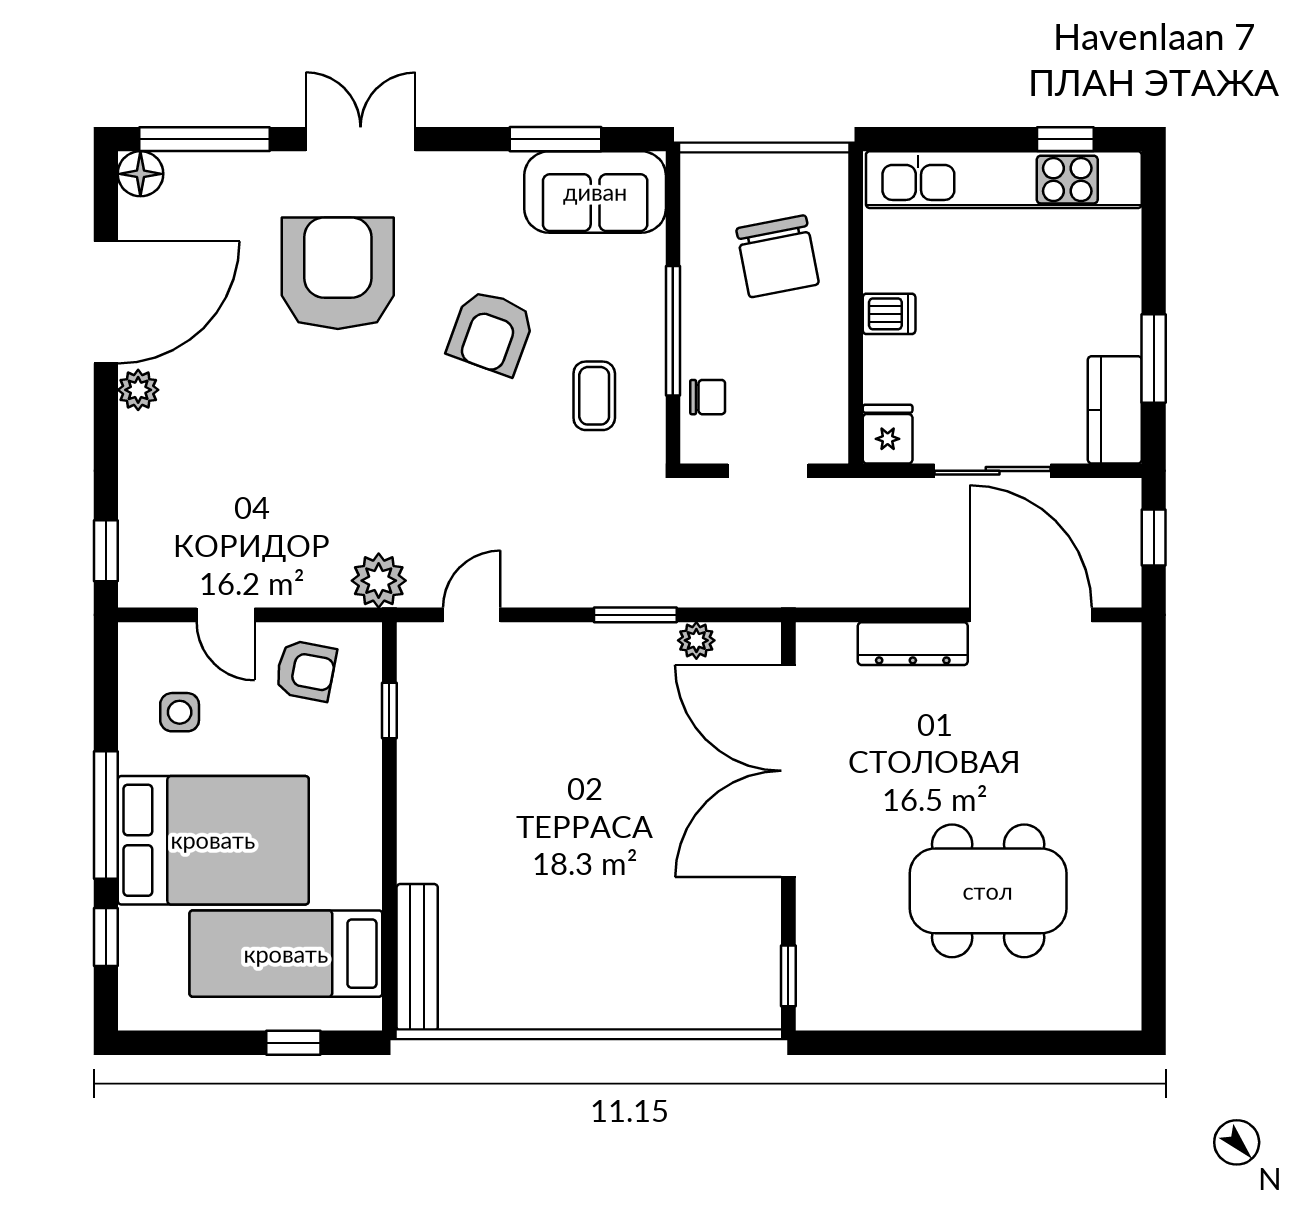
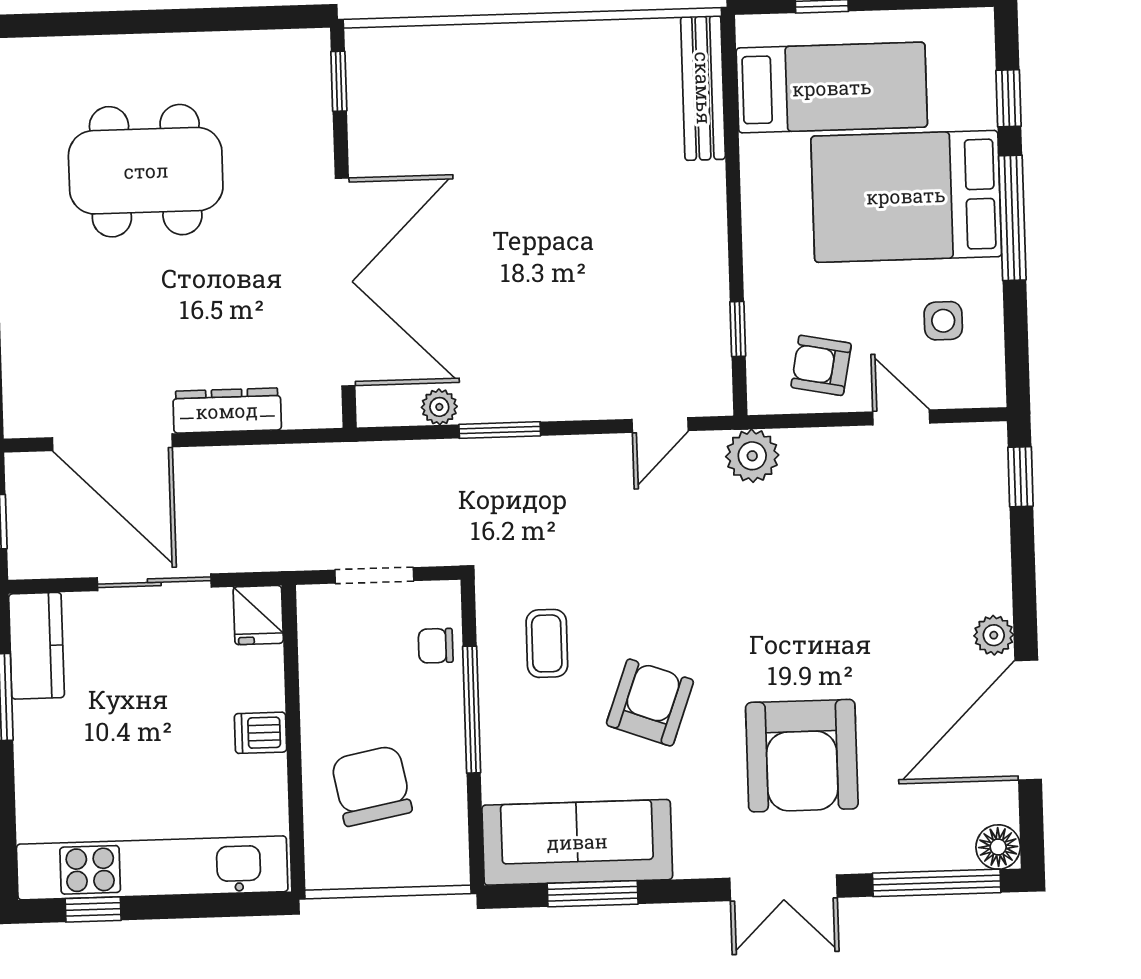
sofa: (595, 192) -> (577, 842), width x1.36

